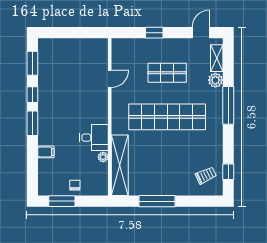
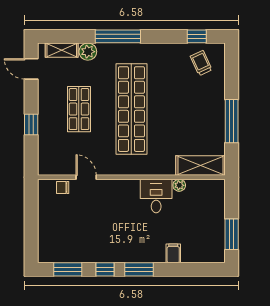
shelving: (120, 165) -> (201, 165), width x0.68
chair: (75, 185) -> (63, 188), moved

